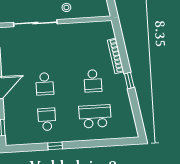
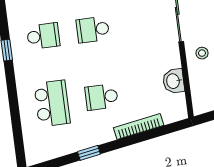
washbasin: (85, 29) -> (174, 81), added
window: (129, 80) -> (89, 153), moved

